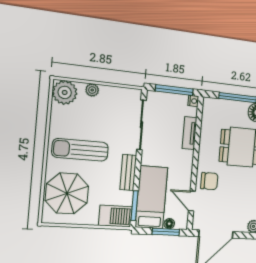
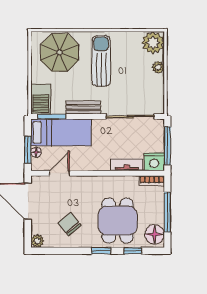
nightstand: (193, 101) -> (154, 162), width x1.89, depth x1.79
bookcase: (207, 110) -> (152, 181), added
chair: (209, 181) -> (70, 224), moved, turned 140

